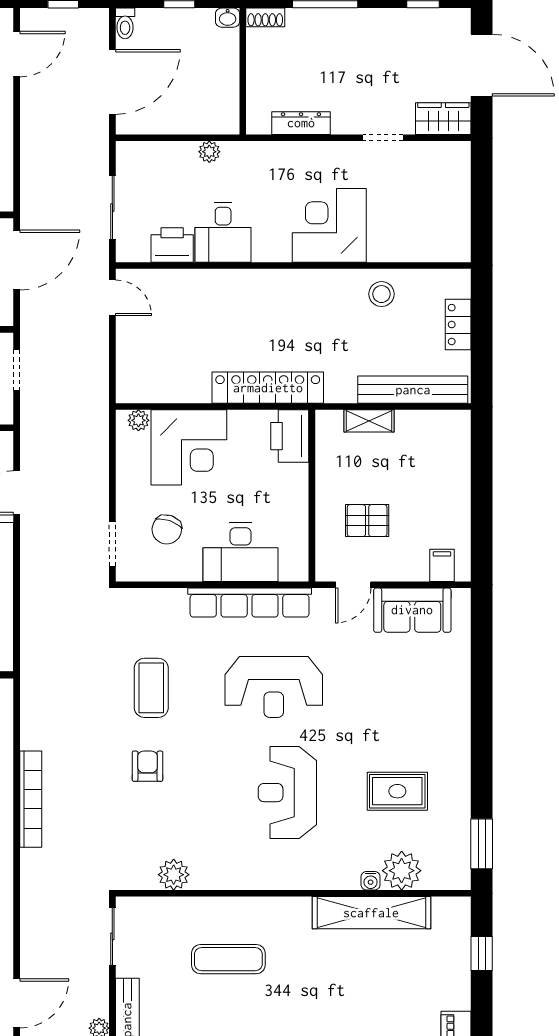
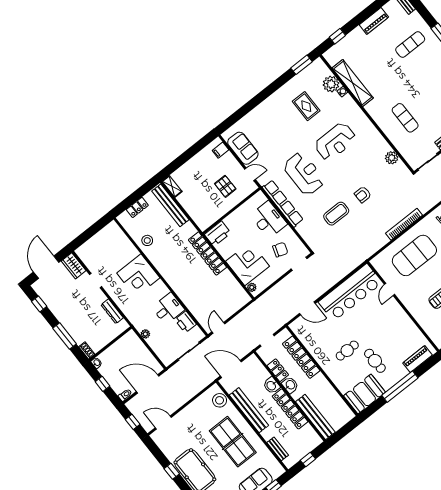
shelving: (369, 421) -> (172, 186), moved

